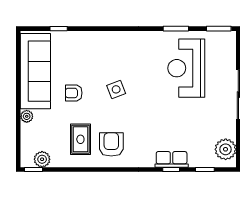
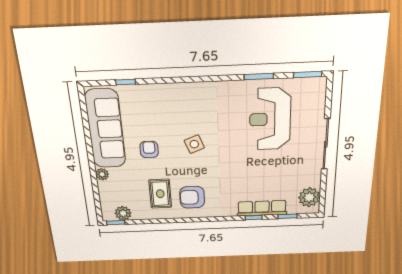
armchair: (74, 93) -> (149, 149), turned 90
armchair: (111, 144) -> (192, 197), turned -90
row of seats: (172, 159) -> (262, 208), width x1.48

